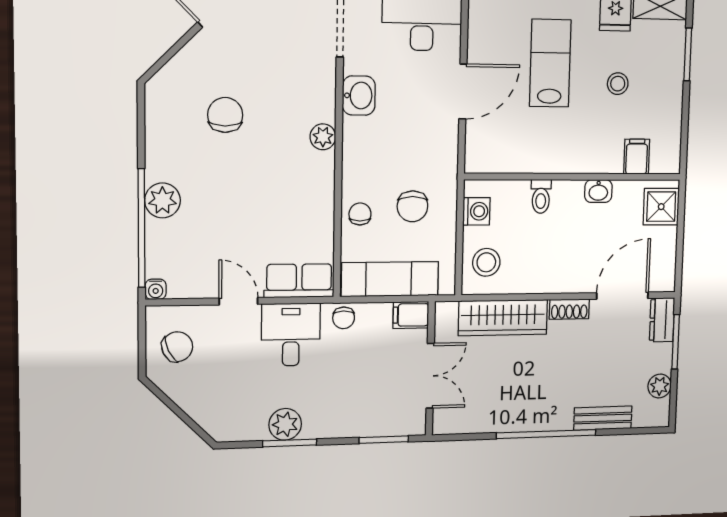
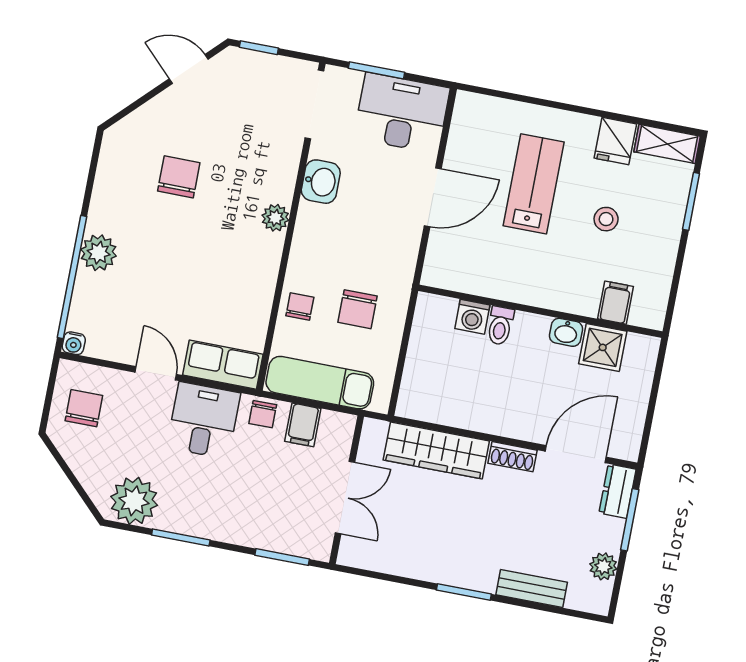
shower: (661, 207) -> (603, 347), moved
washing machine: (476, 211) -> (472, 317), moved, turned 90
stool: (486, 262) -> (428, 386), removed
filing cabinet: (411, 315) -> (303, 425), moved, turned -90
chair: (177, 347) -> (84, 408), turned -65
plant: (285, 424) -> (134, 501), moved, width x1.36, depth x1.36
window: (546, 434) -> (464, 592), width x0.47

